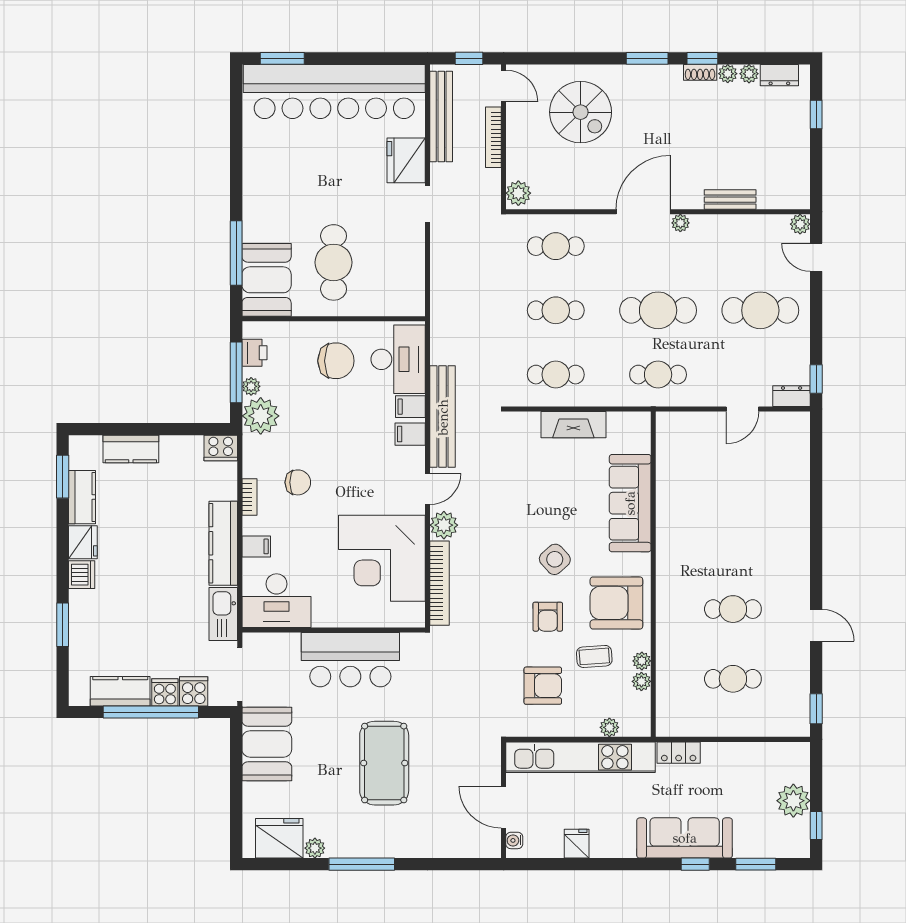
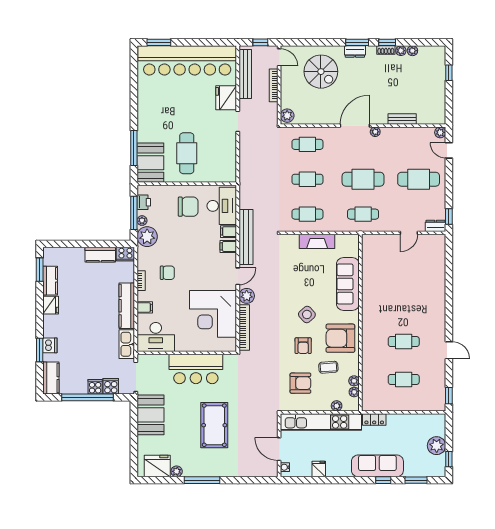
dresser: (779, 75) -> (355, 51), moved
kitchen counter: (131, 449) -> (100, 255), moved
dishwasher: (82, 575) -> (50, 345), moved
plant: (642, 661) -> (354, 392), moved
kitchen counter: (120, 691) -> (51, 378), moved, turned 90

